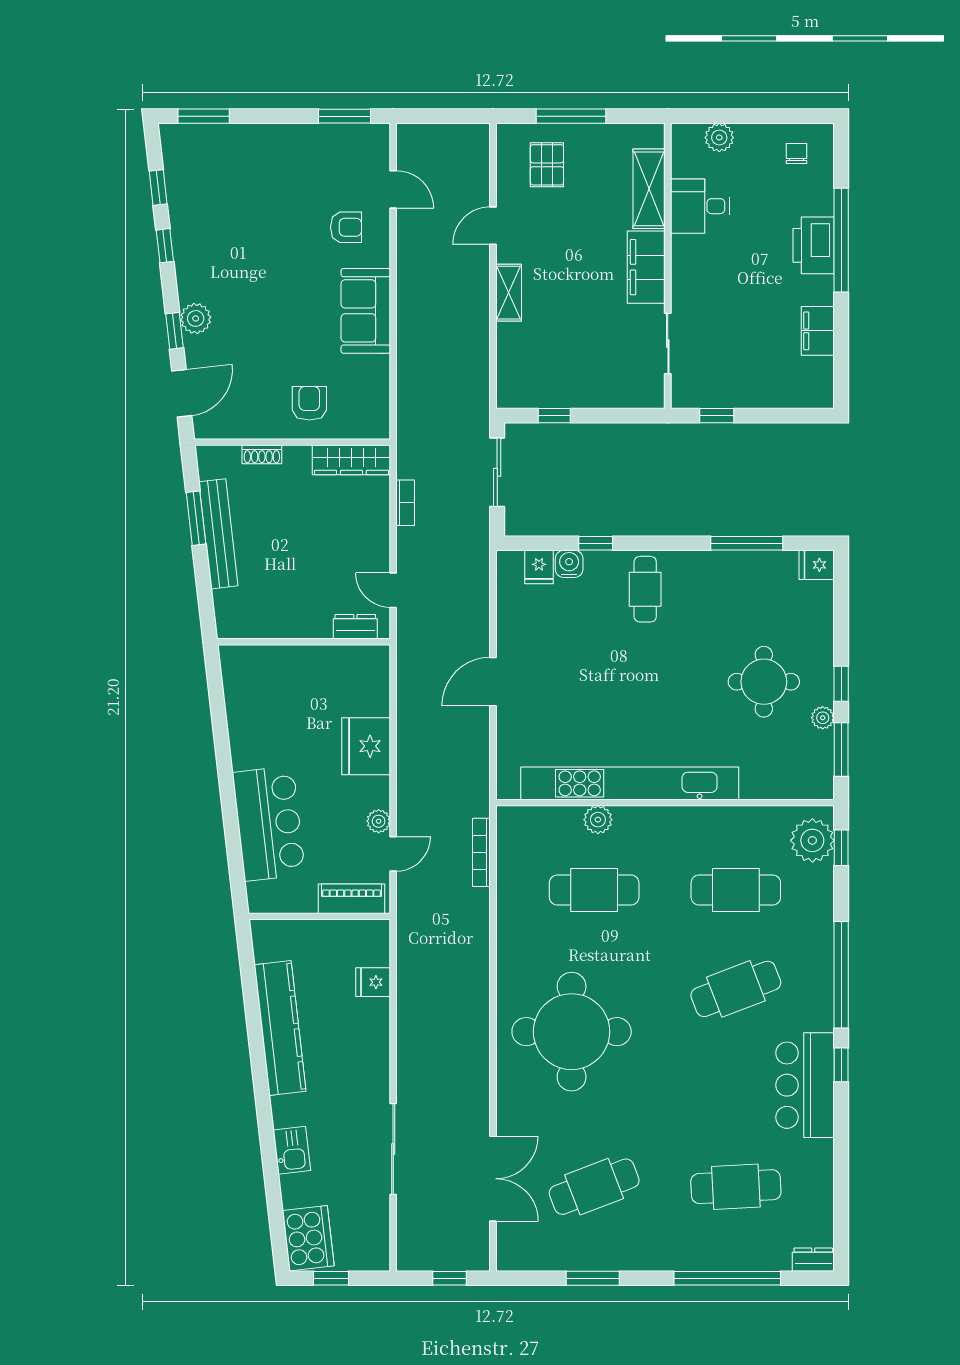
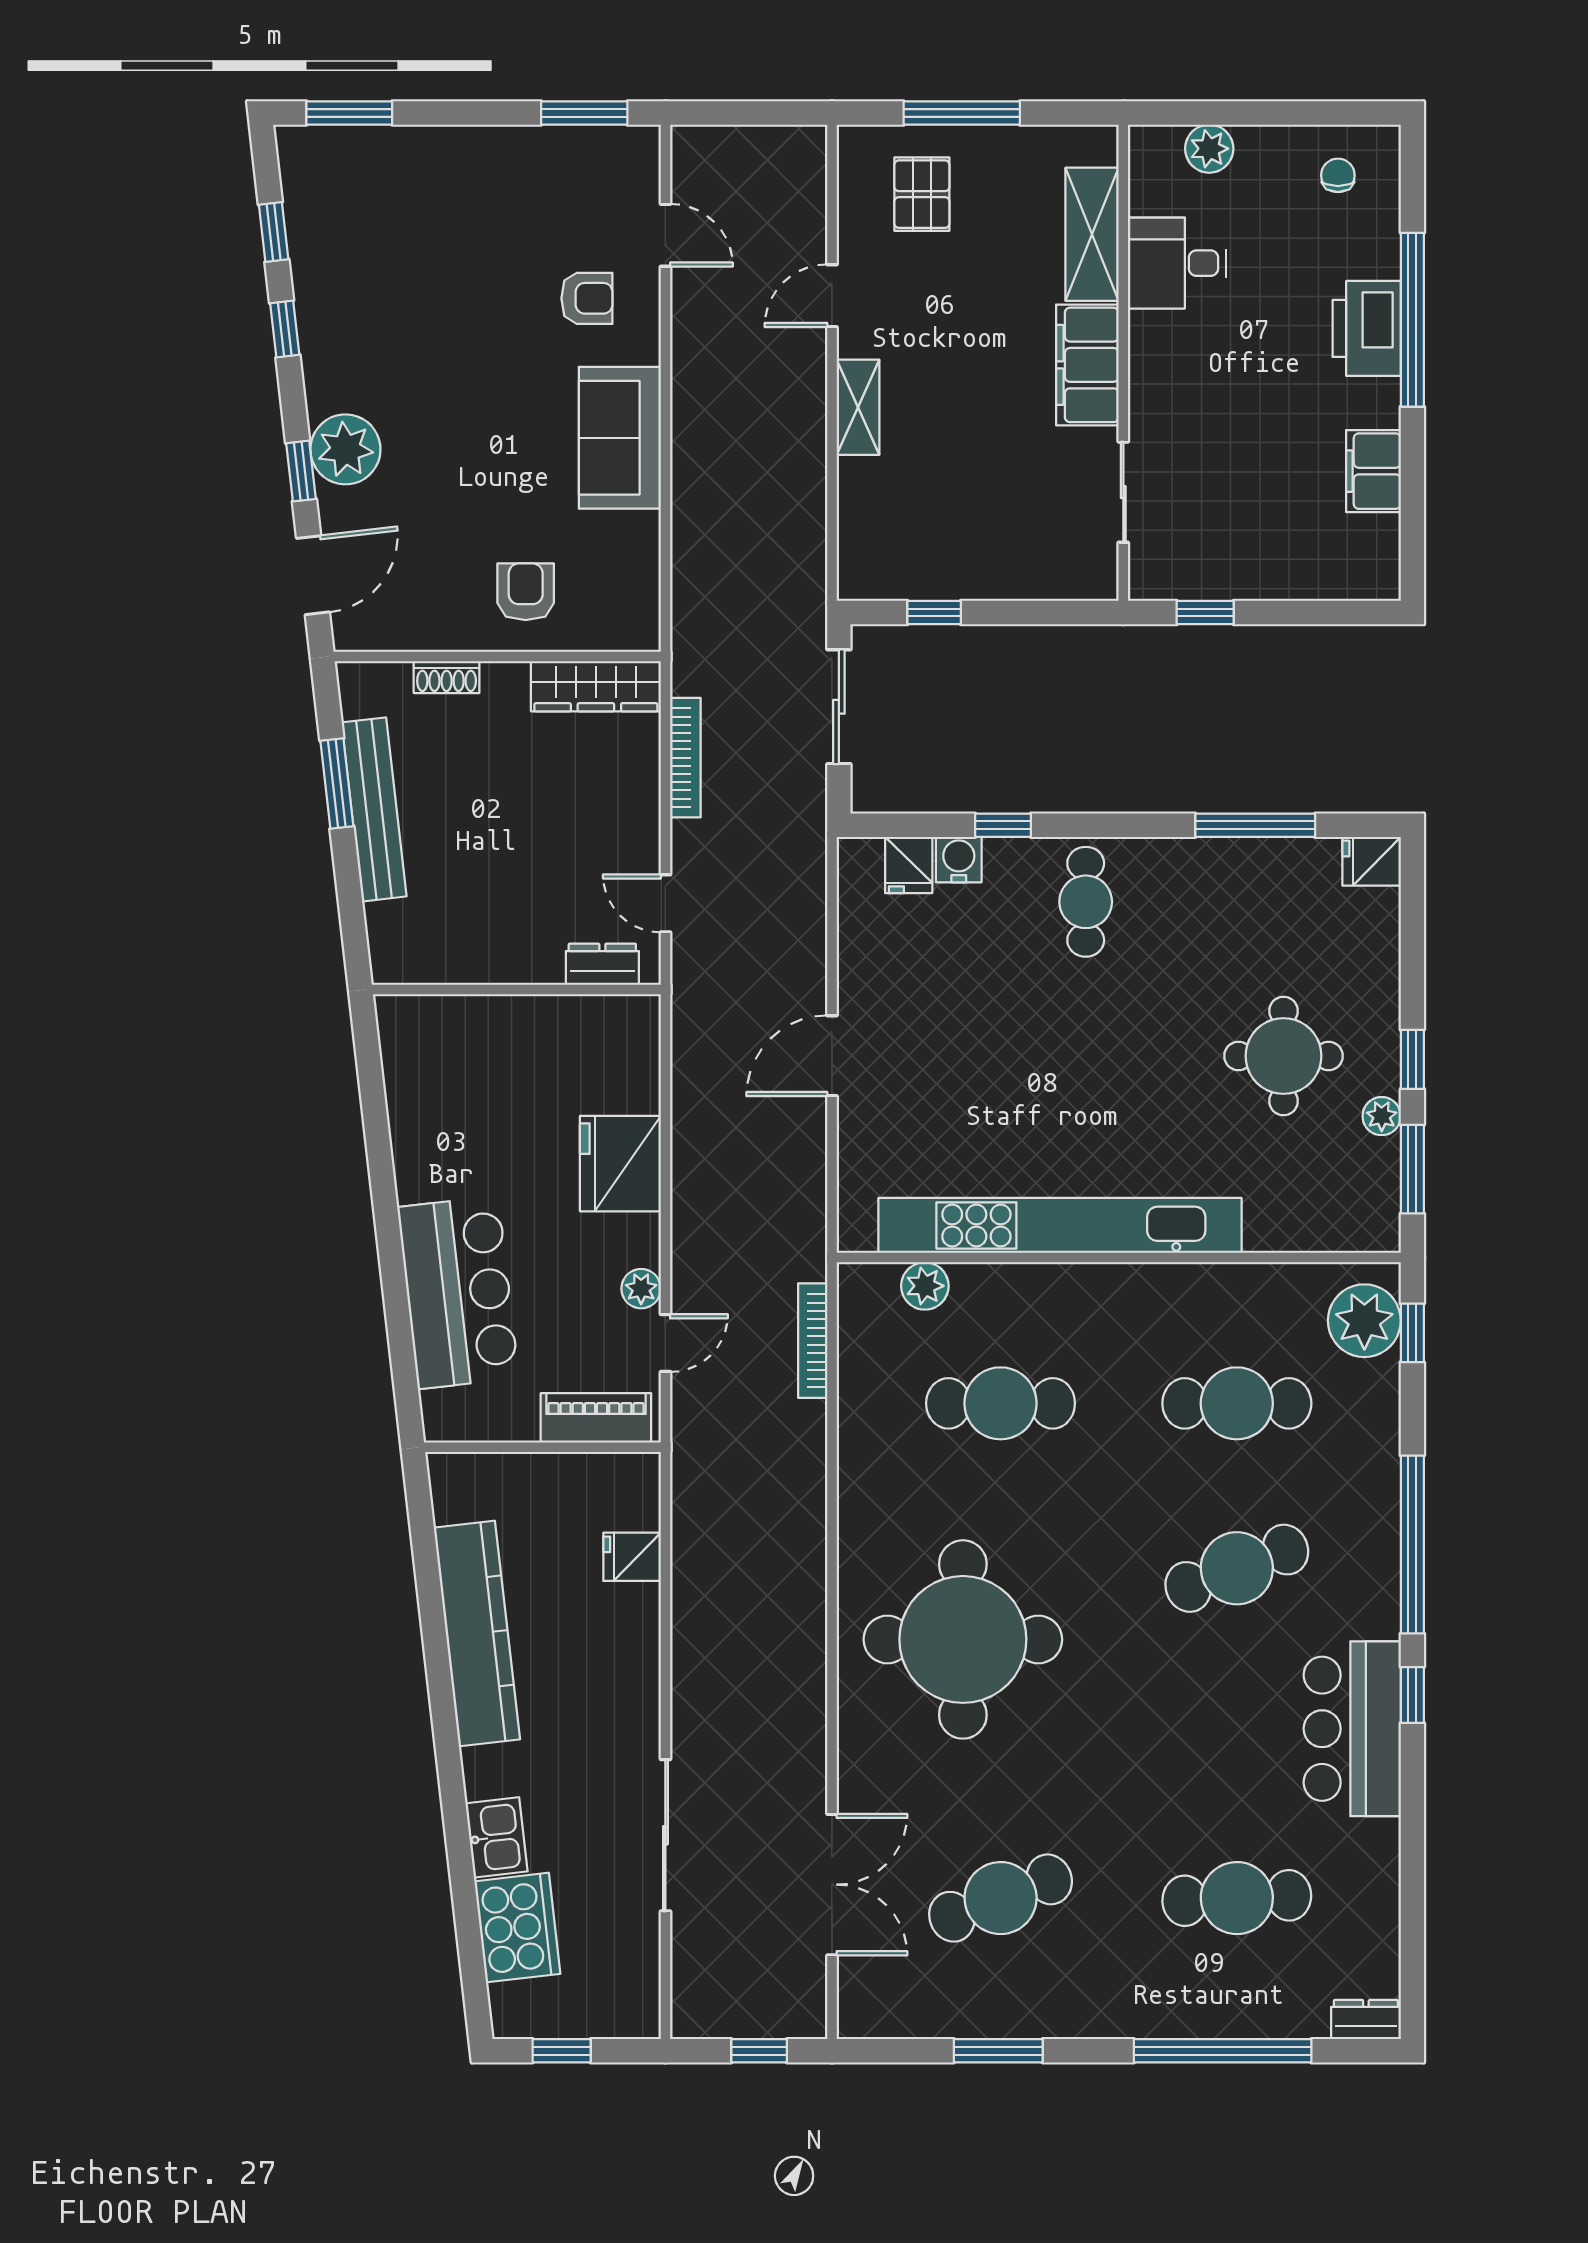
plant: (196, 318) -> (345, 449), width x1.36, depth x1.36
bookcase: (405, 503) -> (685, 758), width x1.56
plant: (598, 820) -> (925, 1286), moved
cooker: (308, 1238) -> (517, 1928), moved

